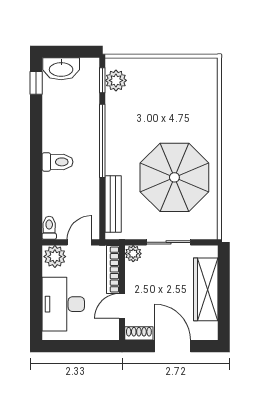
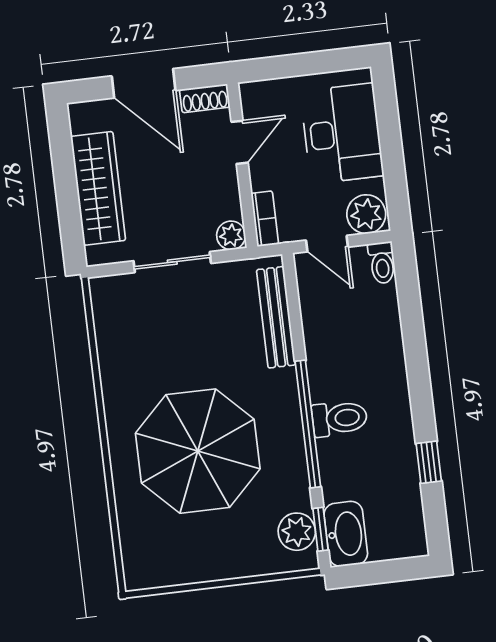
washbasin: (61, 69) -> (346, 534), moved, turned 90
window: (36, 83) -> (429, 462), moved
toilet: (57, 162) -> (340, 418), moved, turned 180
parasol: (174, 177) -> (198, 451), moved
door: (79, 242) -> (327, 244), hinge flipped
bookcase: (113, 269) -> (265, 219), width x0.64

